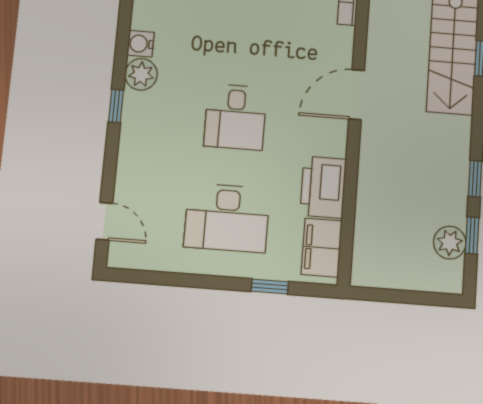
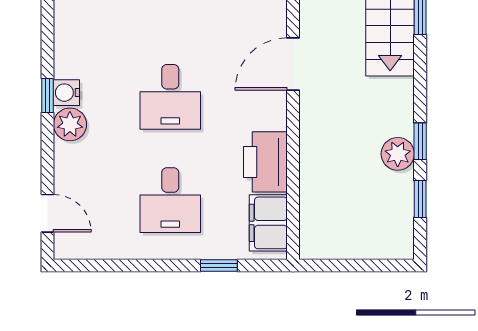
water cooler: (141, 44) -> (66, 93), moved
plant: (141, 74) -> (70, 124), moved
desk: (227, 218) -> (170, 200), width x0.73
plant: (450, 243) -> (398, 154), moved

